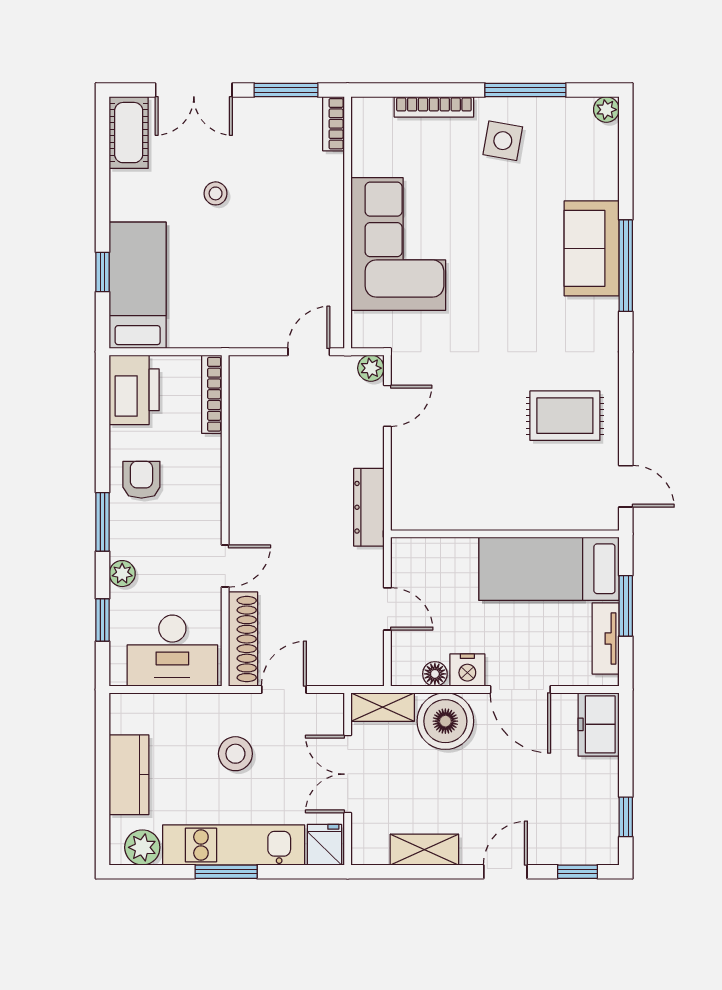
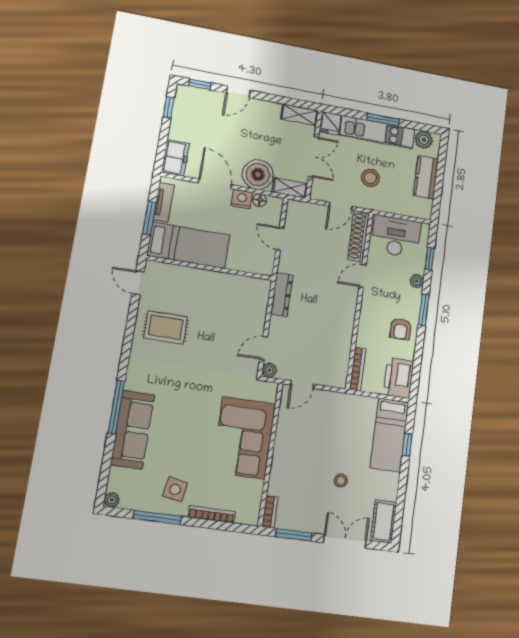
sofa: (592, 248) -> (133, 430), width x1.36
shelving: (424, 850) -> (300, 115), moved

